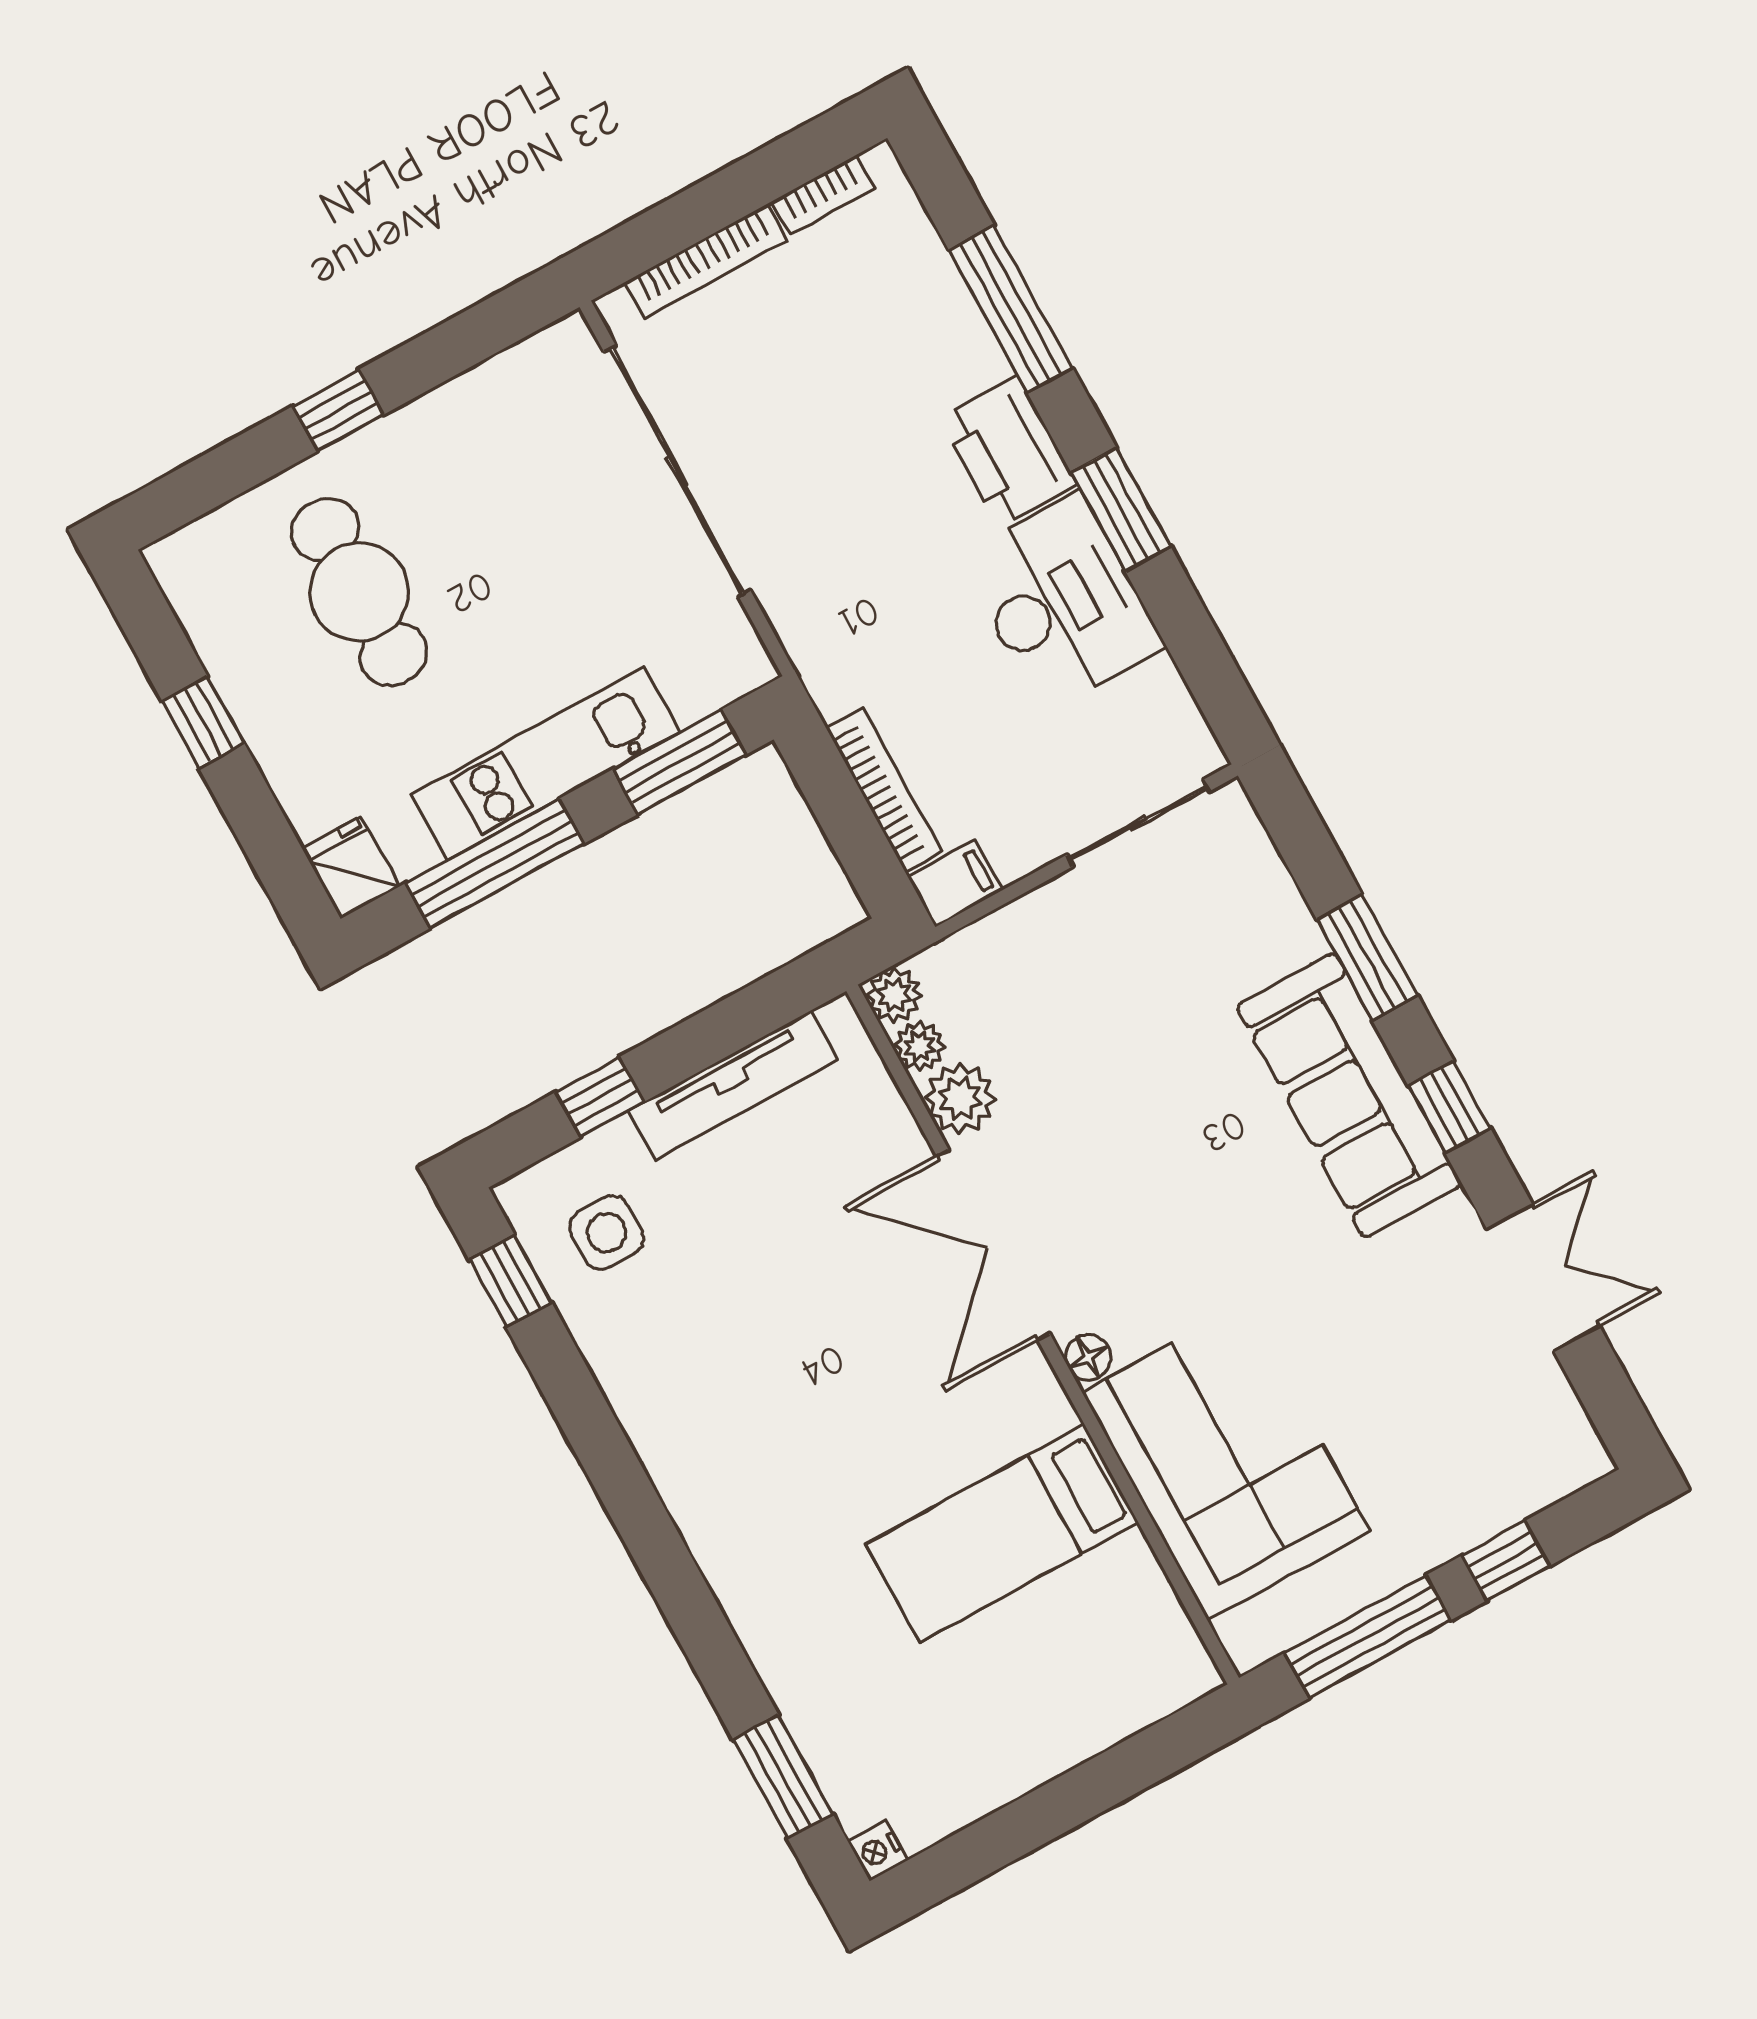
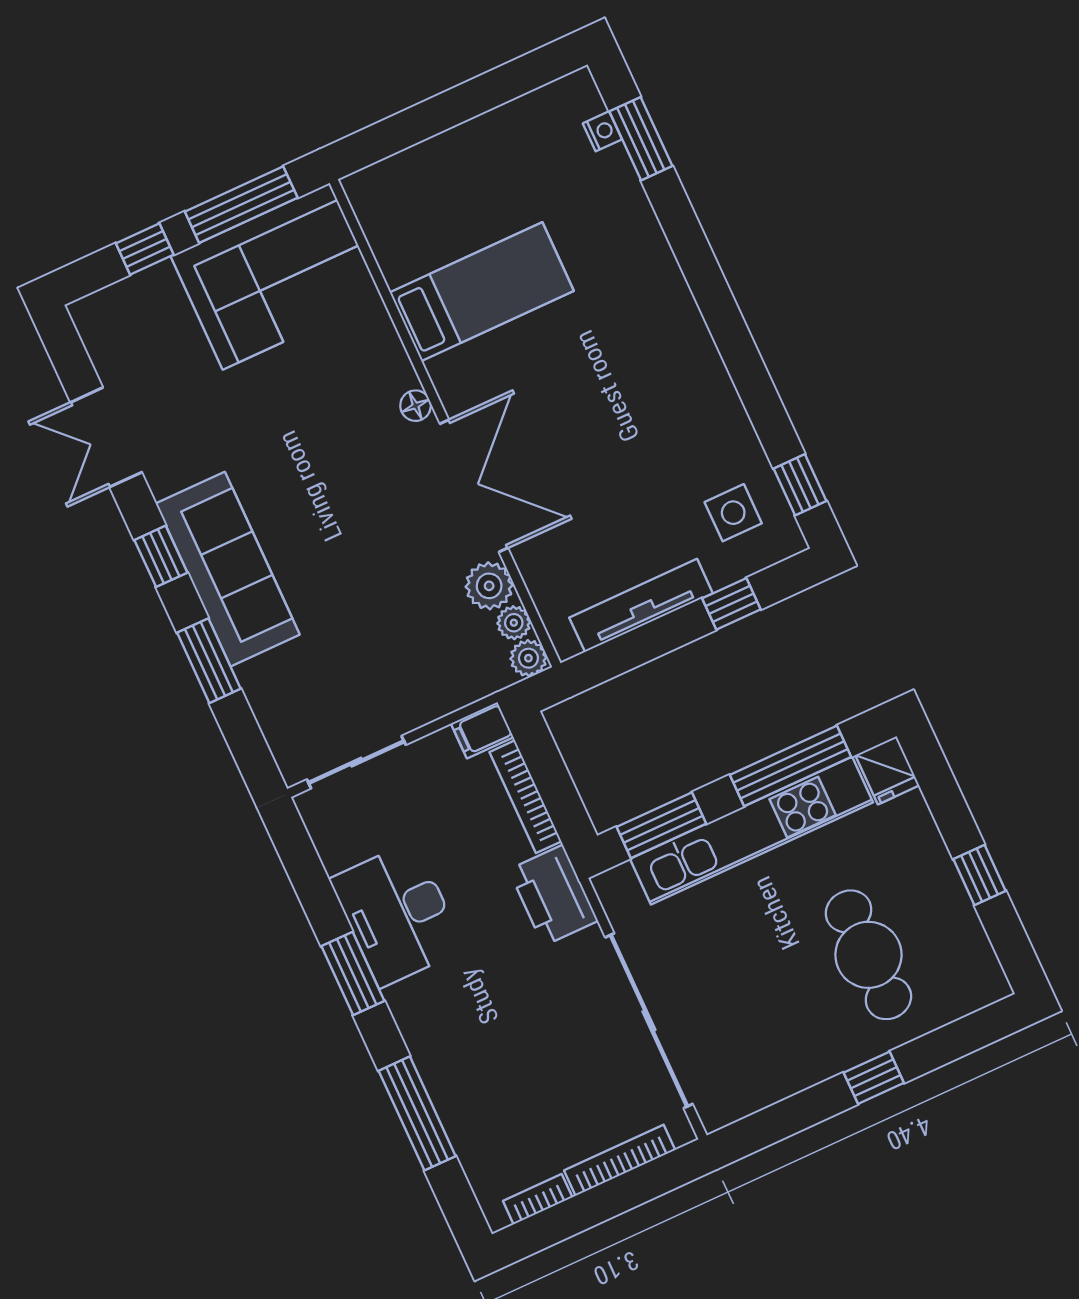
printer: (1008, 451) -> (553, 895), moved, turned 180
kitchen unit: (546, 764) -> (751, 831), width x1.36
corner sofa: (1226, 1462) -> (276, 276), moved, turned -90
nightstand: (878, 1851) -> (602, 131), moved

